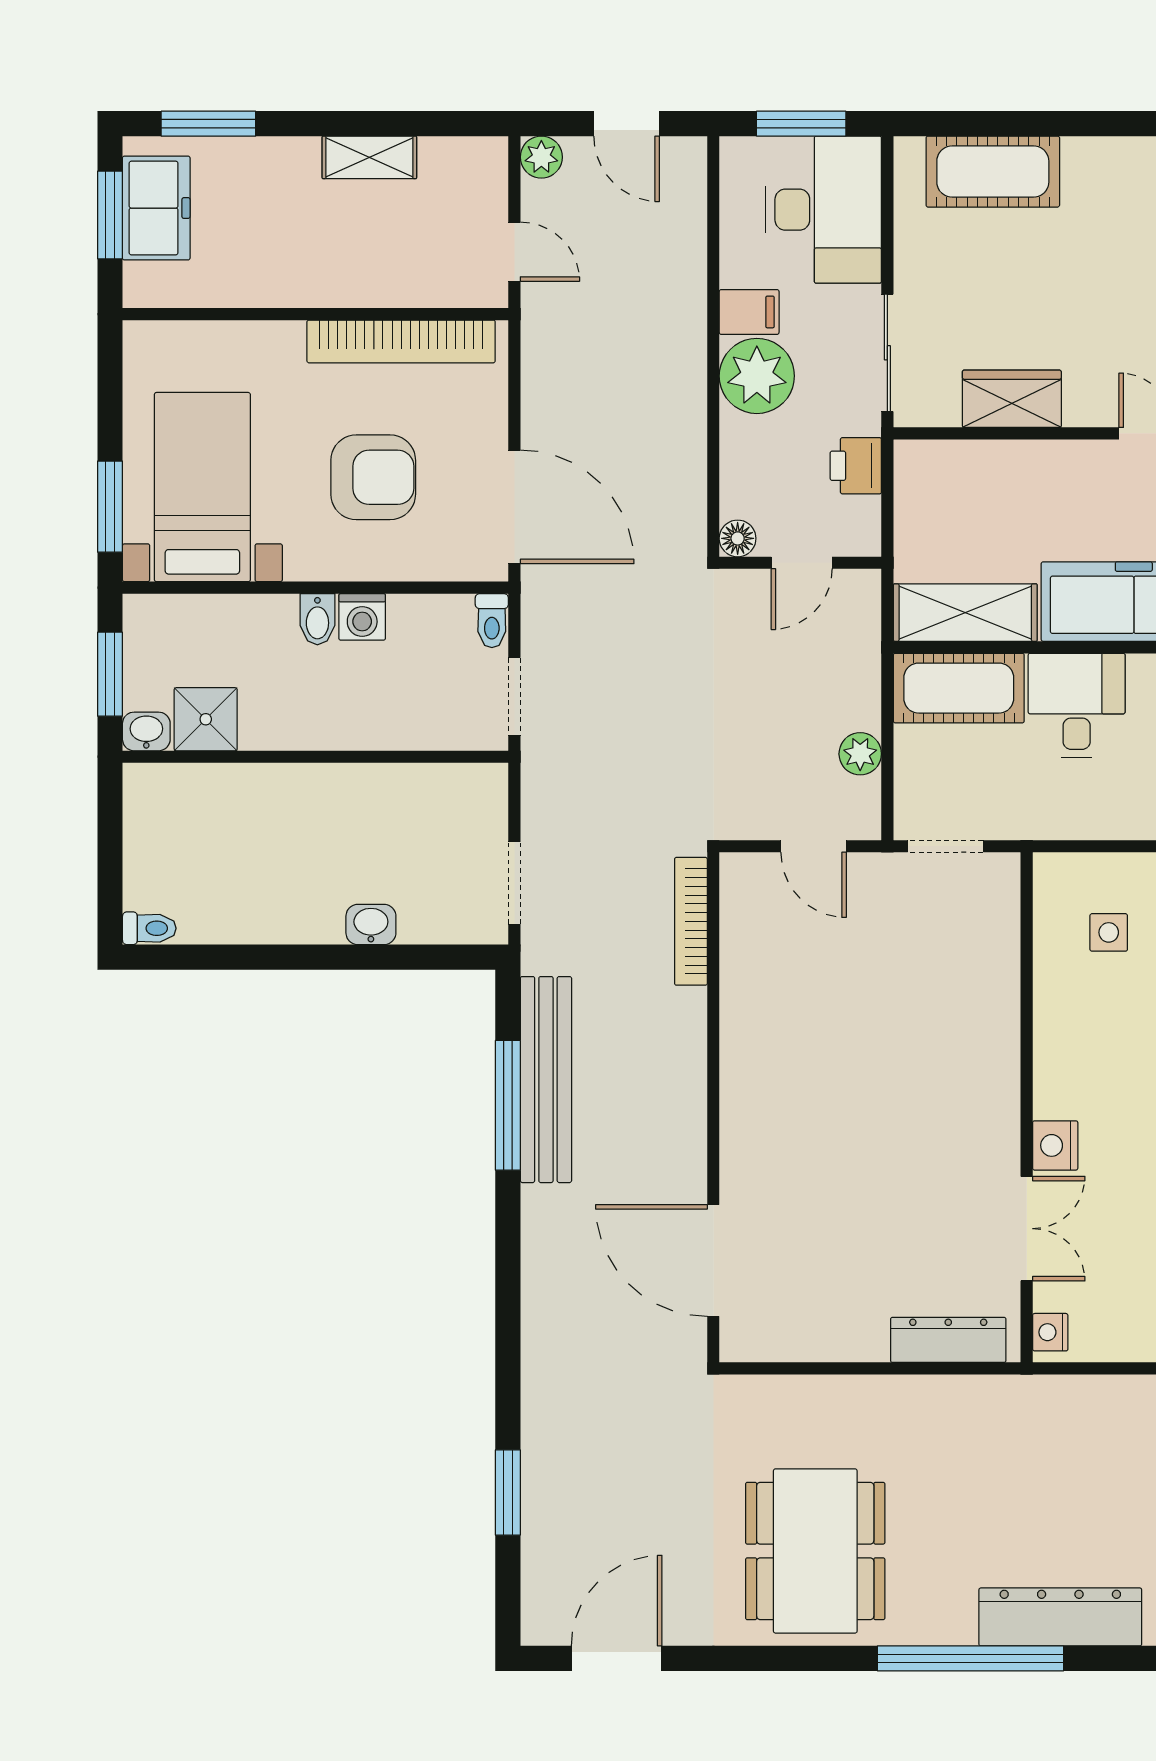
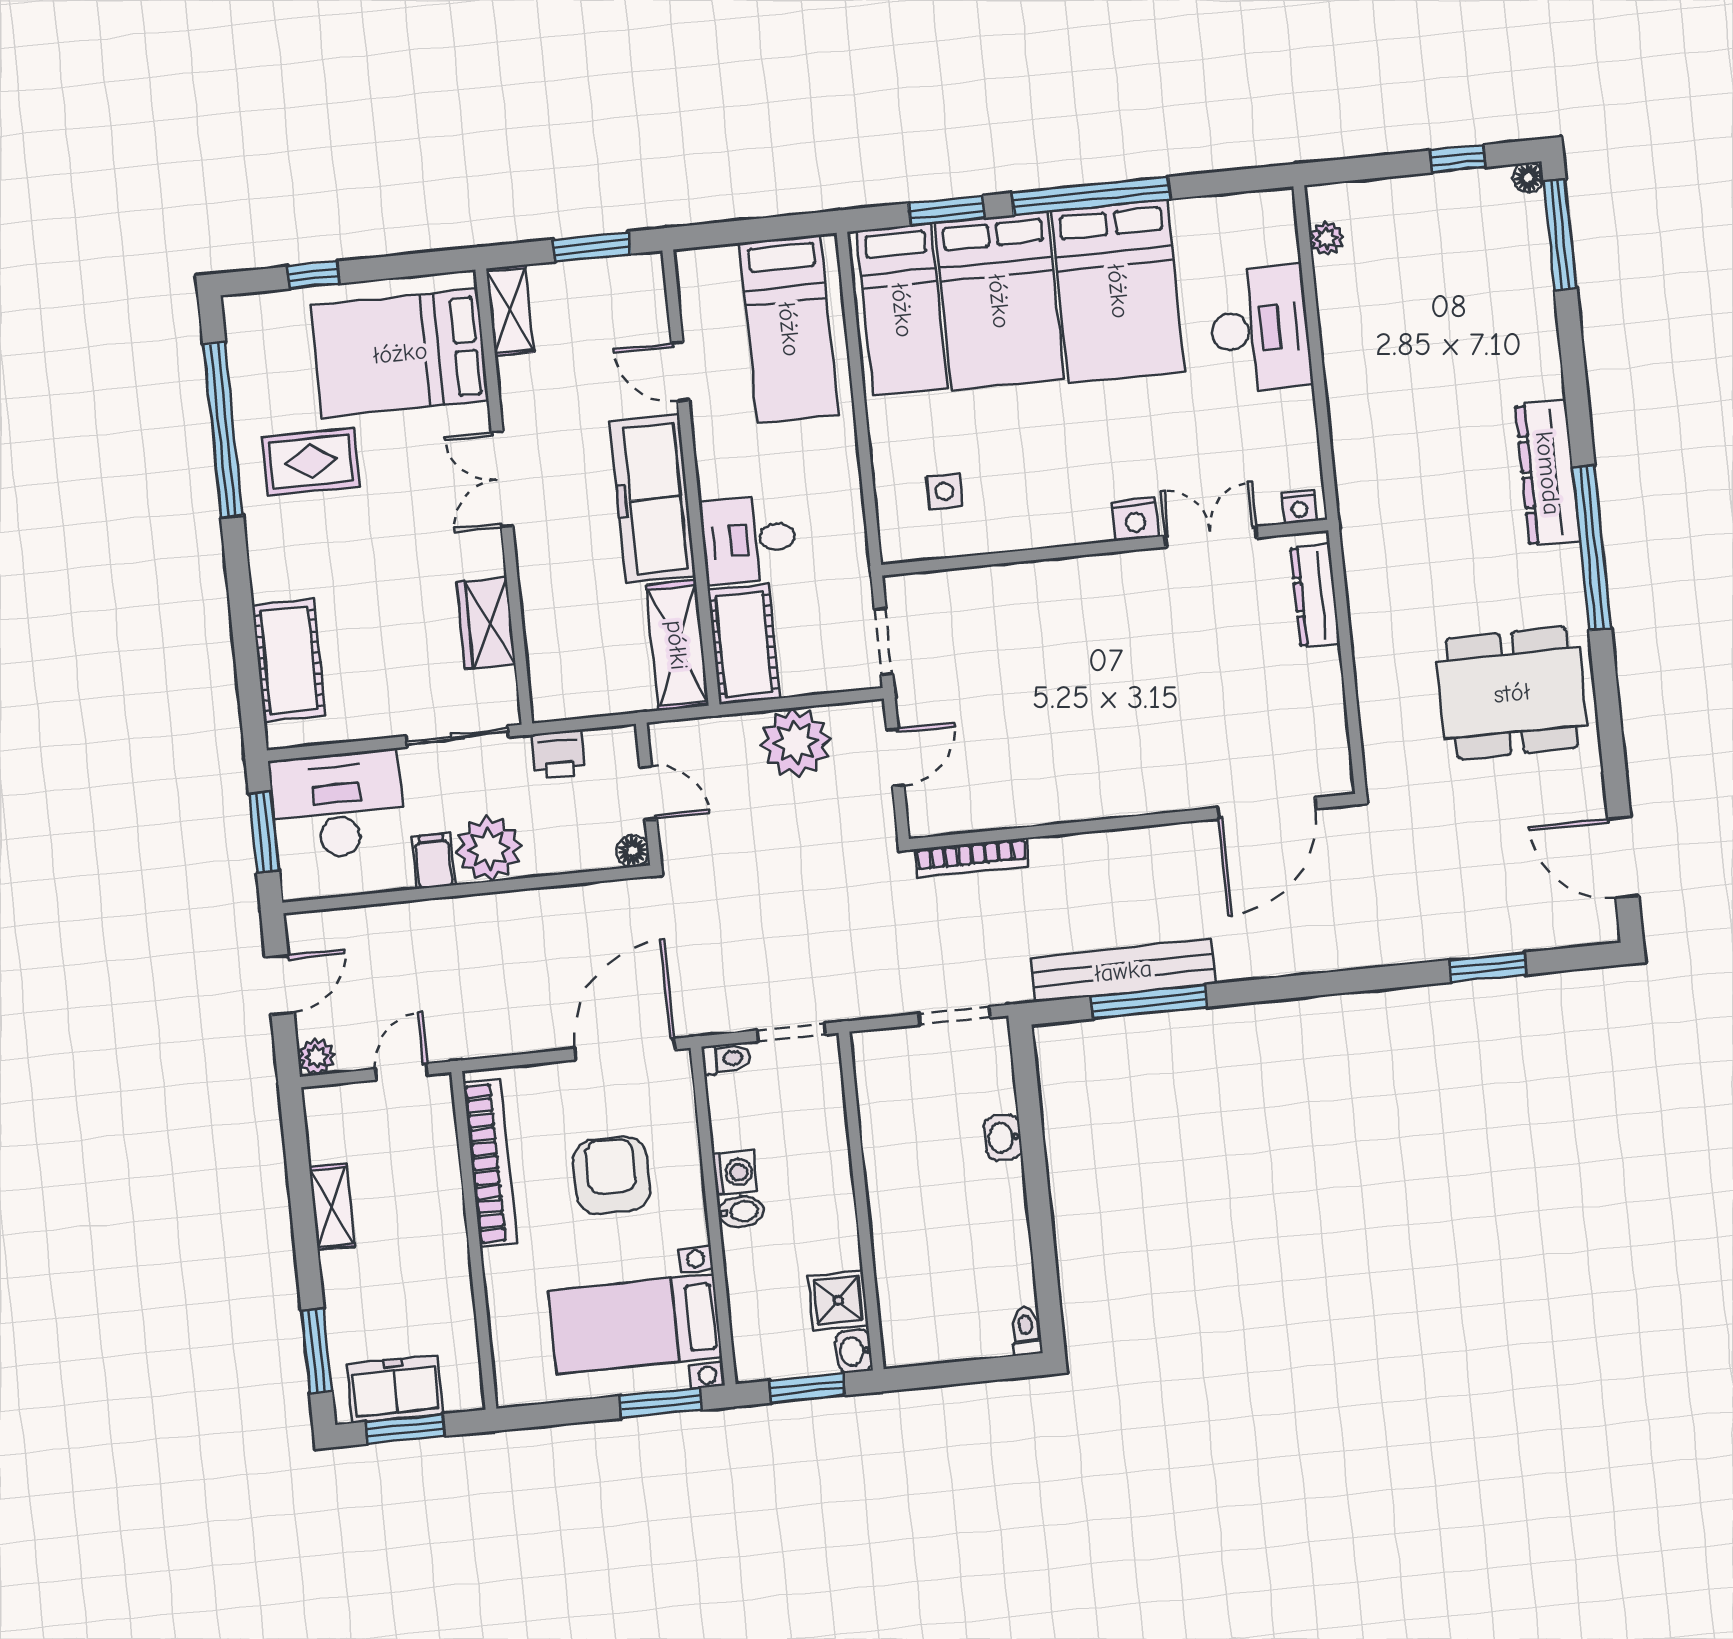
plant: (860, 754) -> (796, 742), width x1.87, depth x1.87

